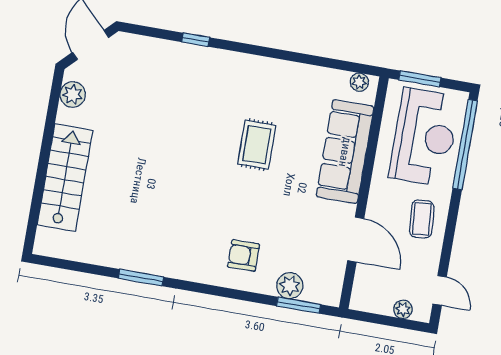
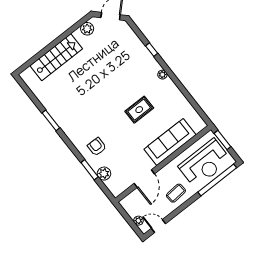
plant: (359, 82) -> (162, 75), moved
door: (440, 291) -> (159, 226), swing flipped
window: (299, 305) -> (90, 170), moved

